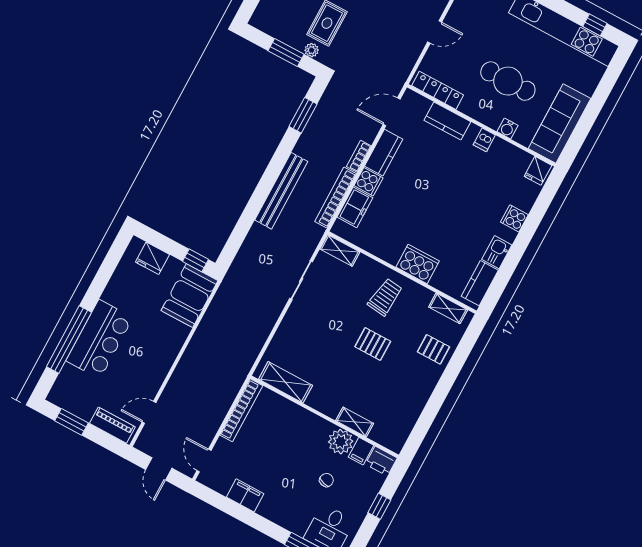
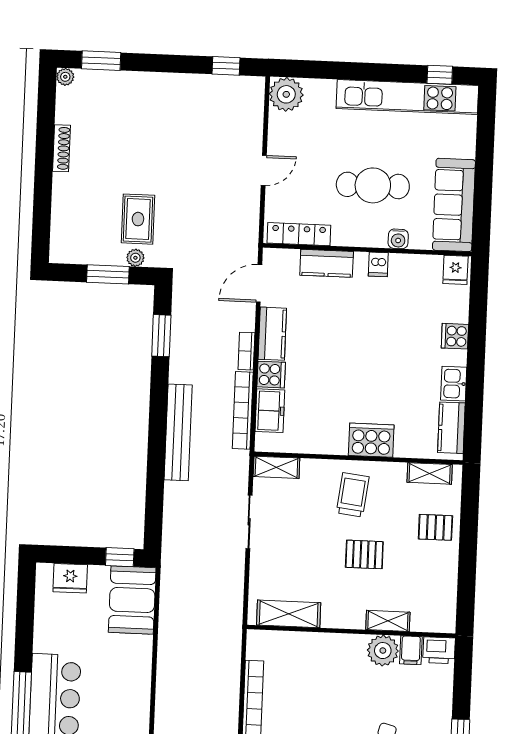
shelving: (286, 382) -> (289, 614), moved
wall: (325, 417) -> (351, 631), moved
shelving: (355, 422) -> (388, 621), moved
plant: (341, 442) -> (383, 651), moved
filing cabinet: (361, 451) -> (411, 650), moved
printer: (381, 461) -> (439, 650), moved

